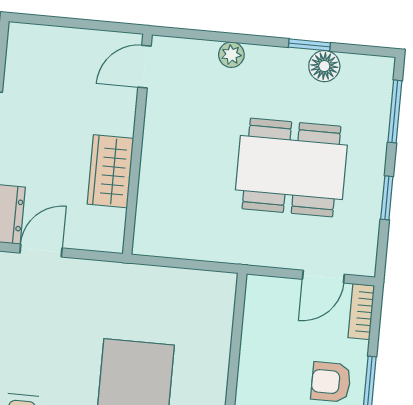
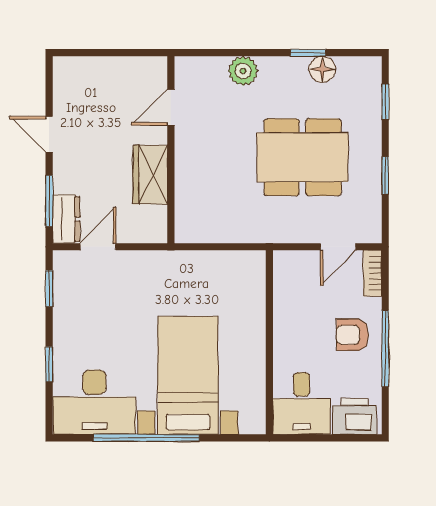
plant: (231, 55) -> (243, 71), width x1.38, depth x1.38
door: (145, 67) -> (171, 107), moved
window: (395, 111) -> (385, 102), width x0.67

